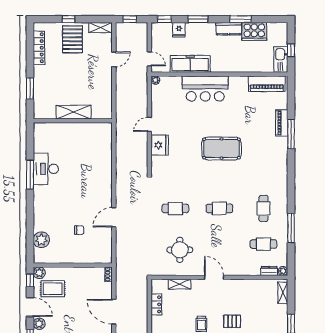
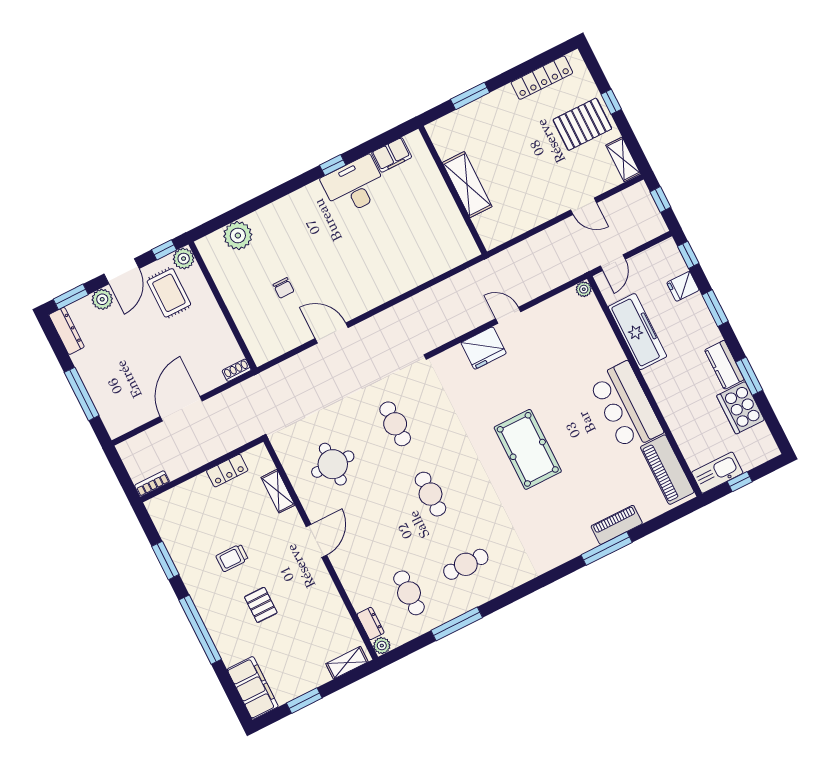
bar counter: (205, 88) -> (626, 406), moved
filing cabinet: (40, 142) -> (392, 155), added
window: (30, 175) -> (333, 165), width x0.46

